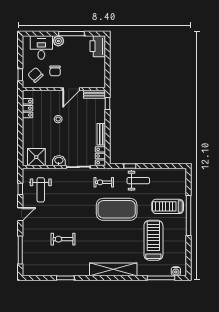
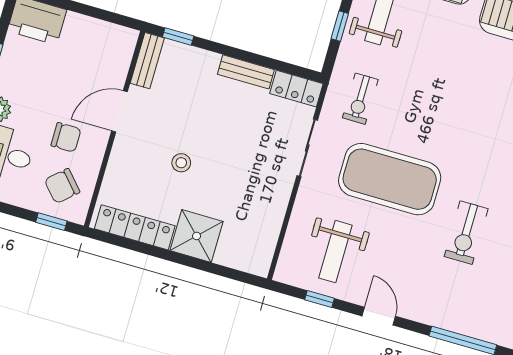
door: (71, 89) -> (120, 111), swing flipped
locker: (27, 108) -> (135, 227), width x1.53
shower: (36, 157) -> (197, 236), moved
washbasin: (59, 161) -> (279, 189), removed
weight bench: (41, 190) -> (335, 252), turned 90
exercise mat: (117, 209) -> (390, 179), moved, turned 90

